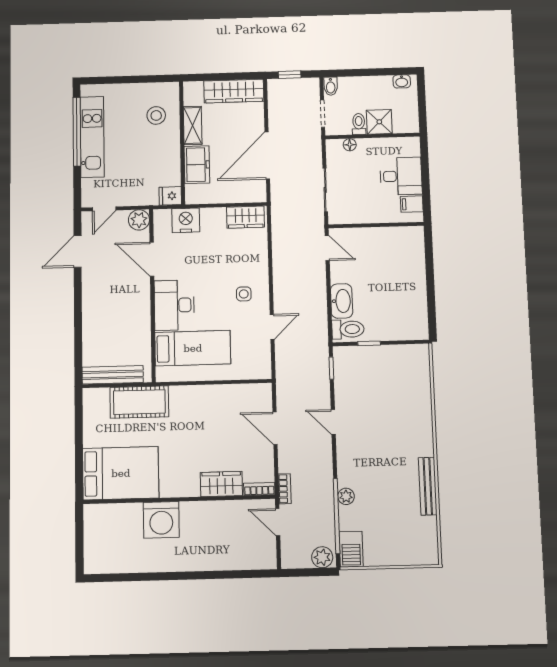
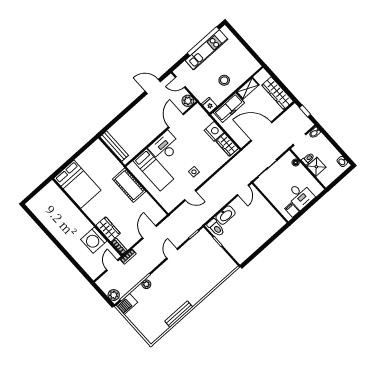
stool: (156, 115) -> (224, 80), moved
freezer: (197, 165) -> (229, 108), width x1.40
nightstand: (186, 220) -> (214, 131), moved
cot: (139, 402) -> (129, 185), moved
washing machine: (161, 520) -> (94, 240), moved

